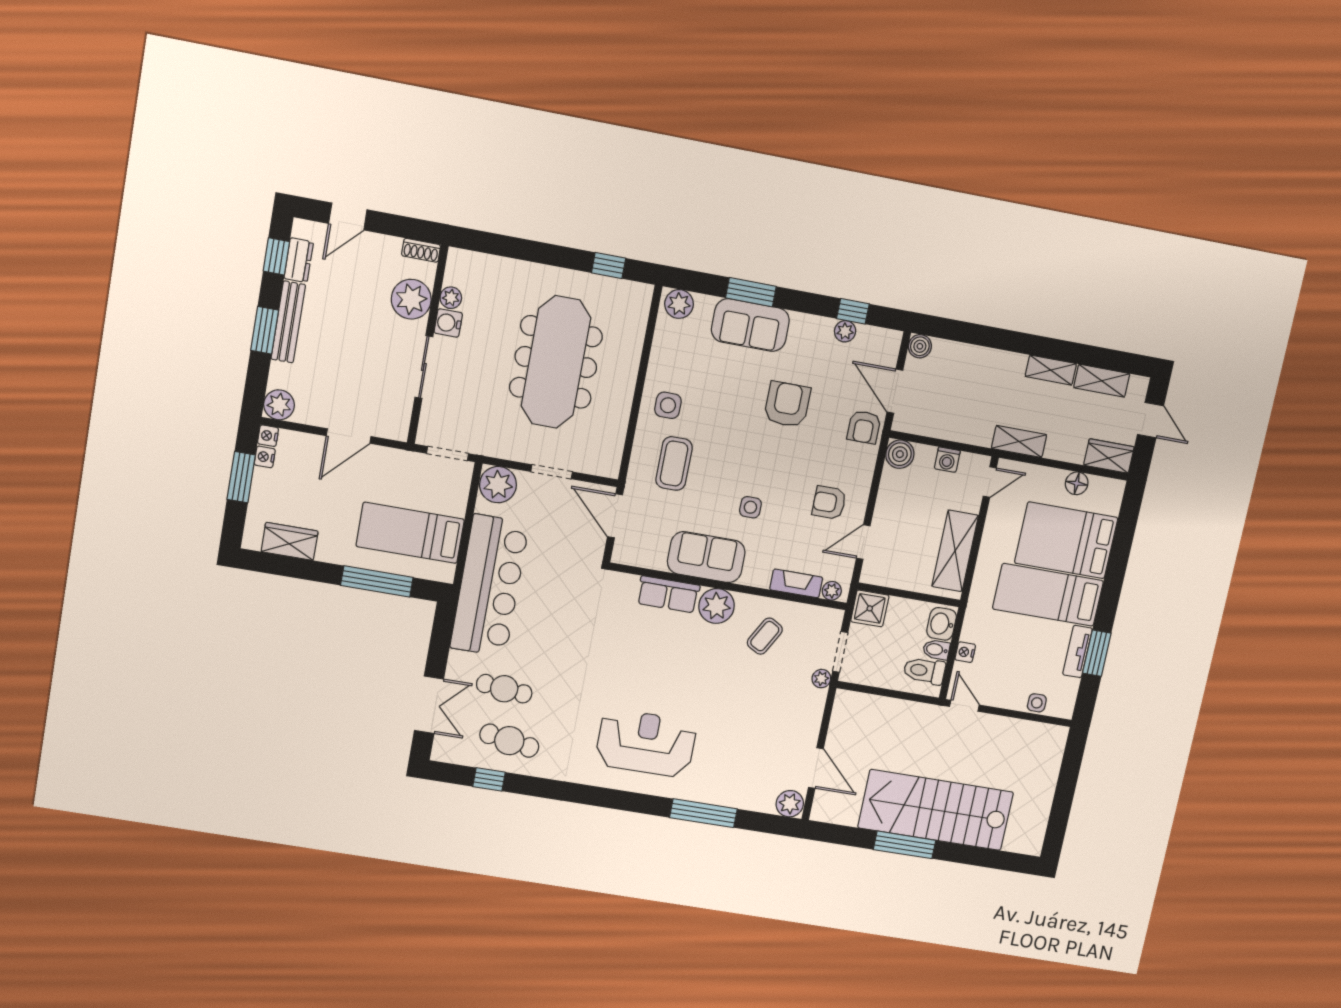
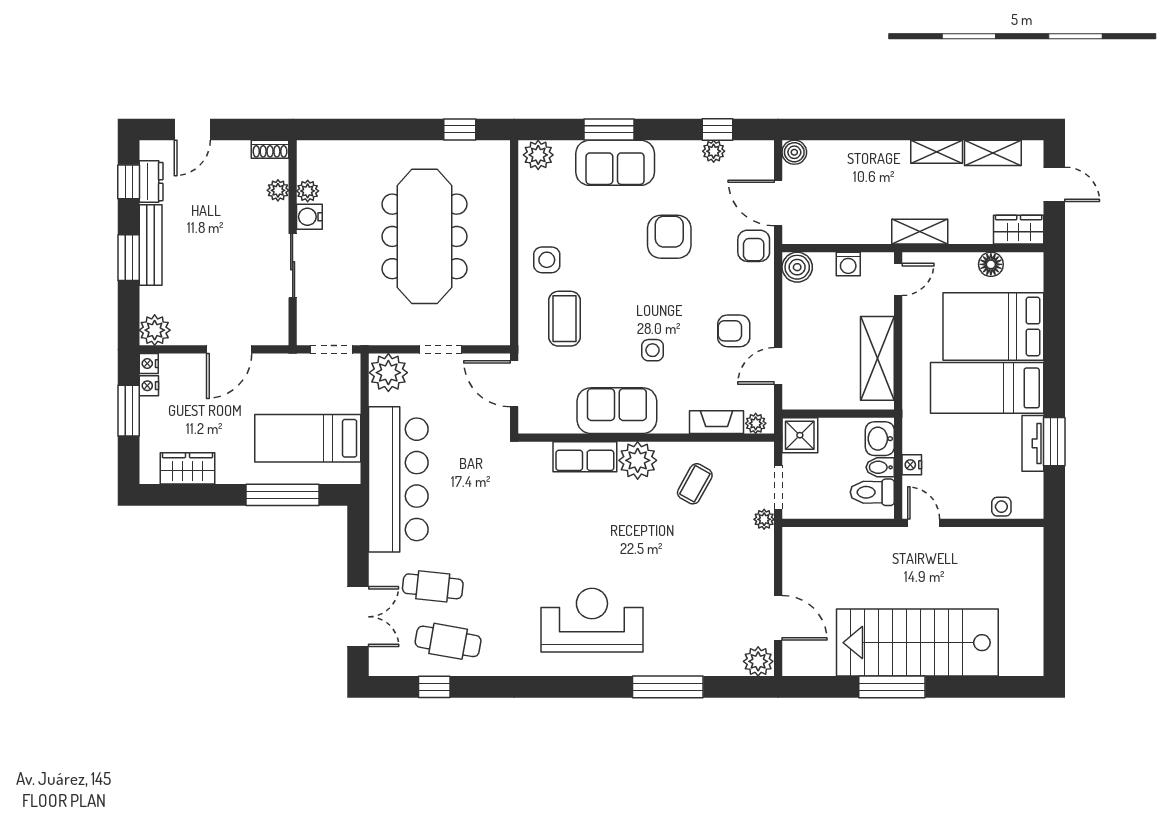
plant: (411, 299) -> (278, 190), width x0.53, depth x0.53

